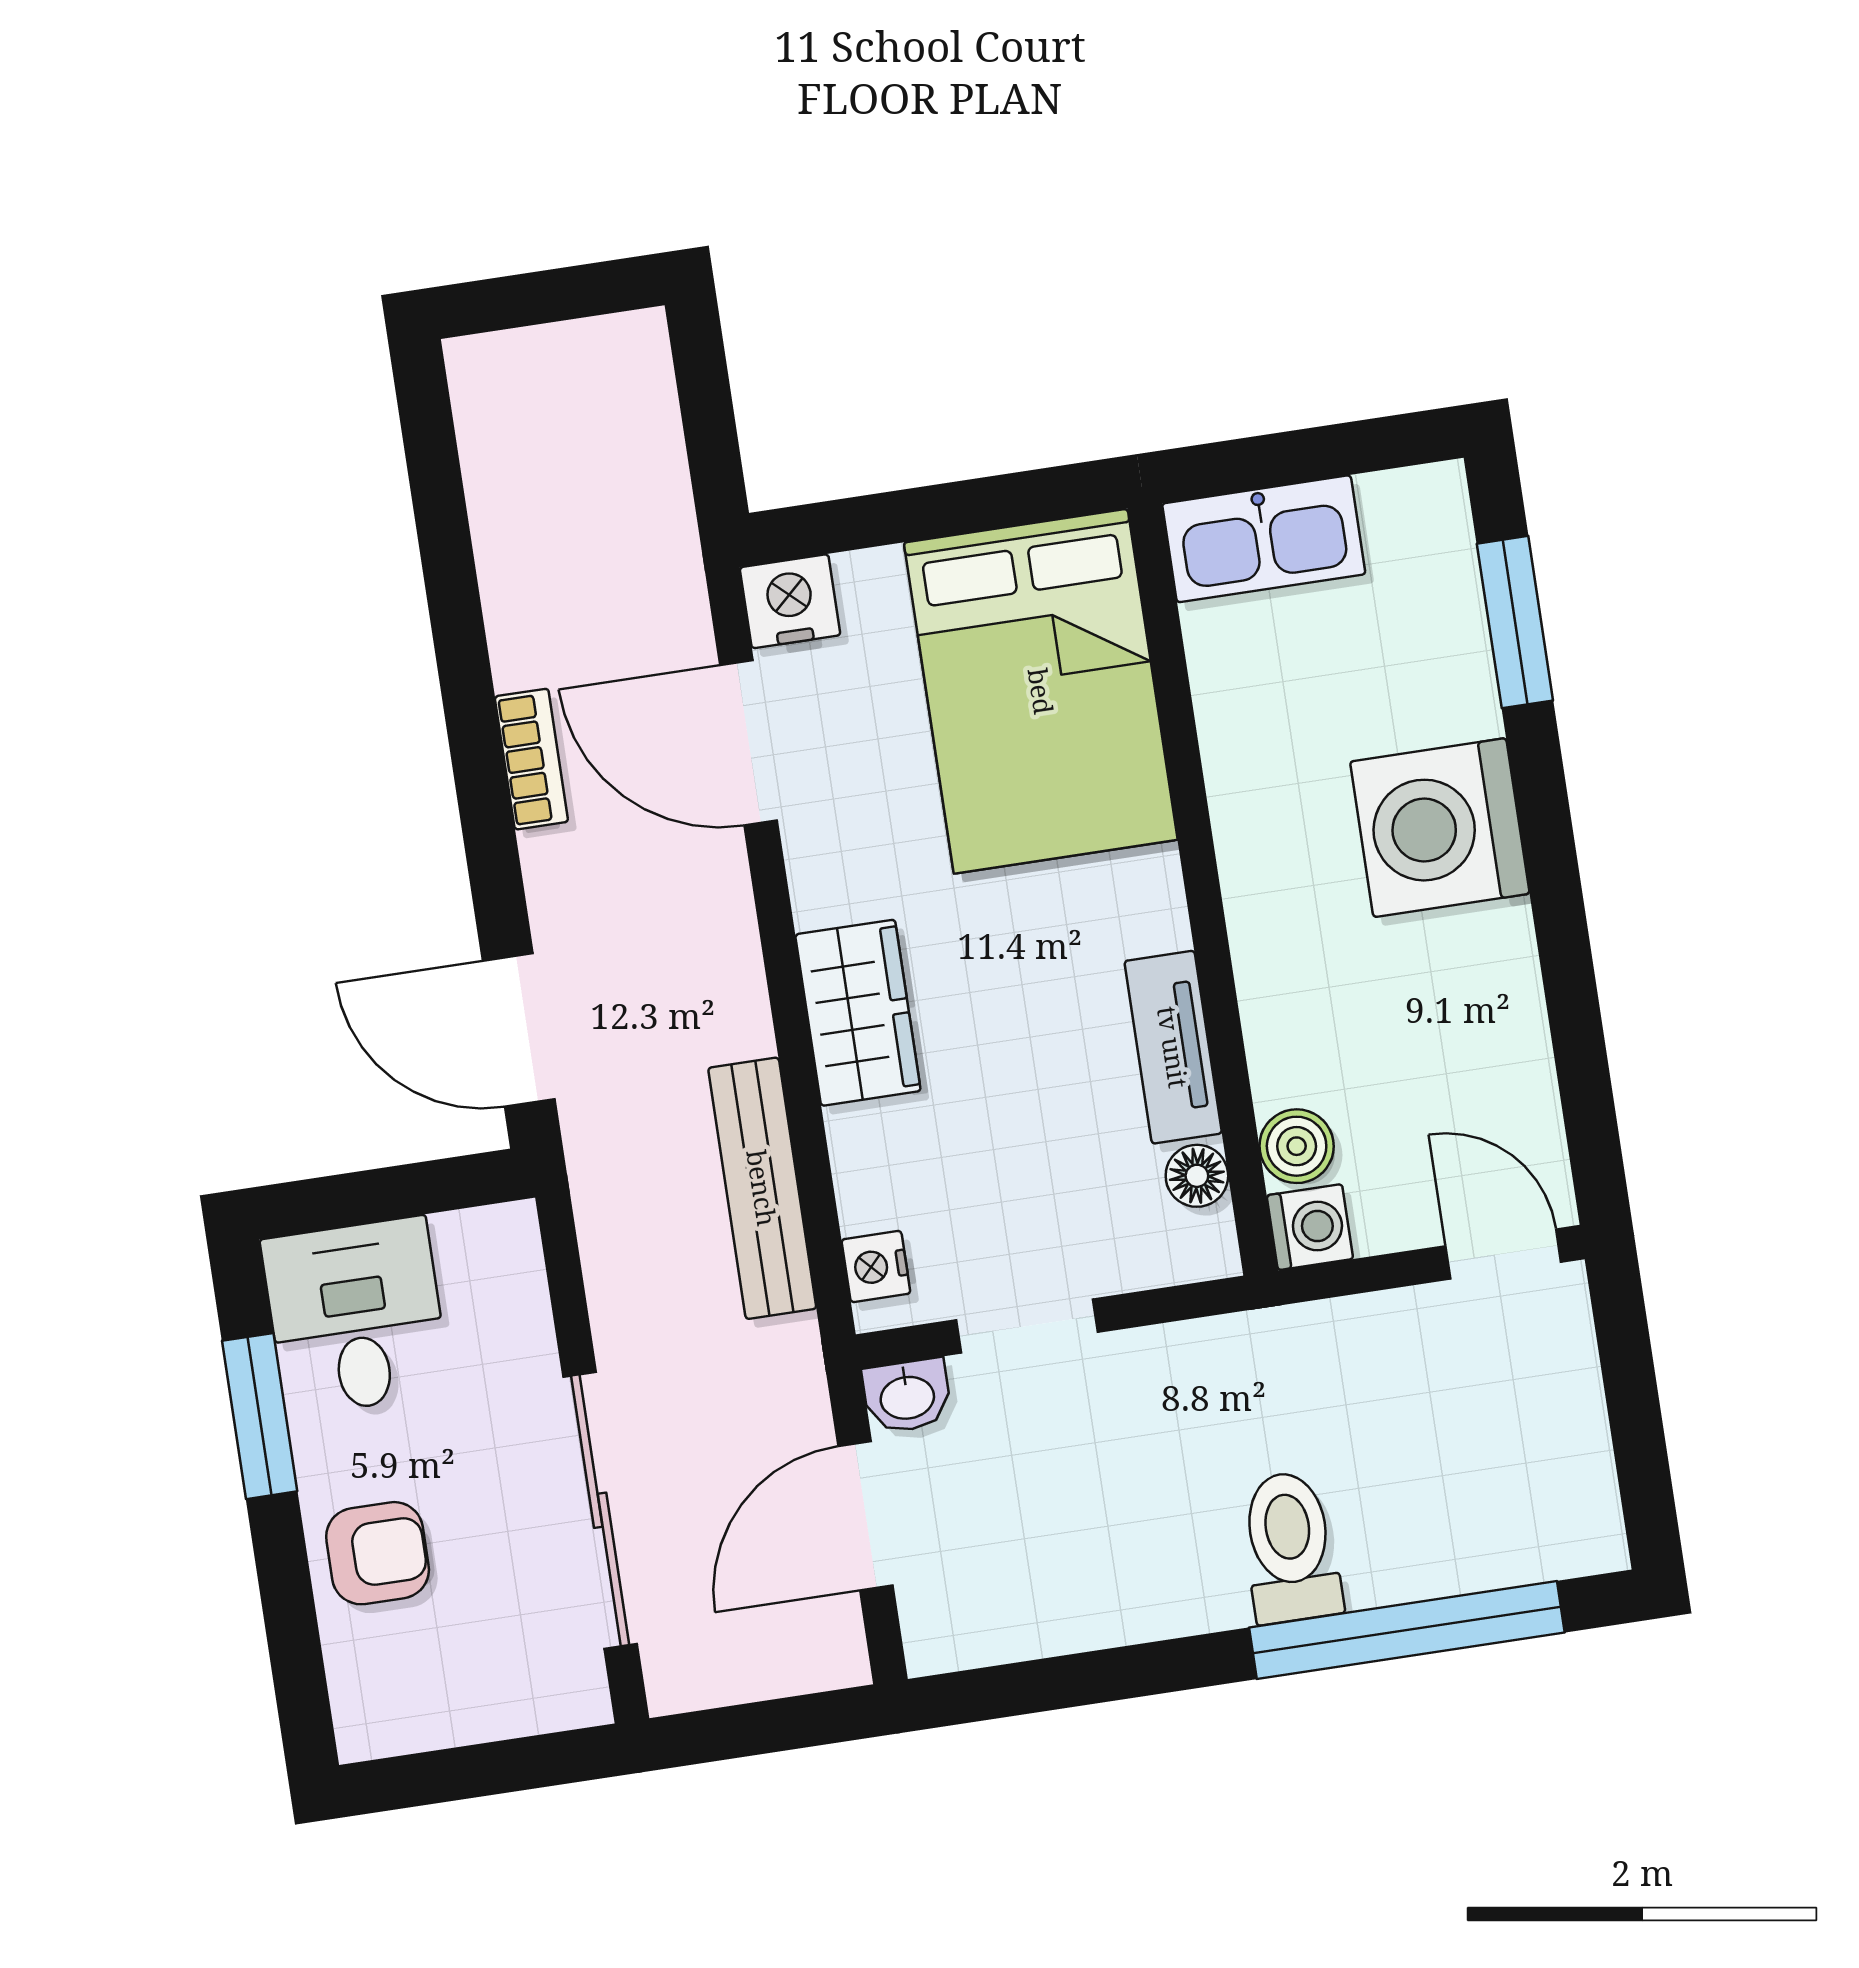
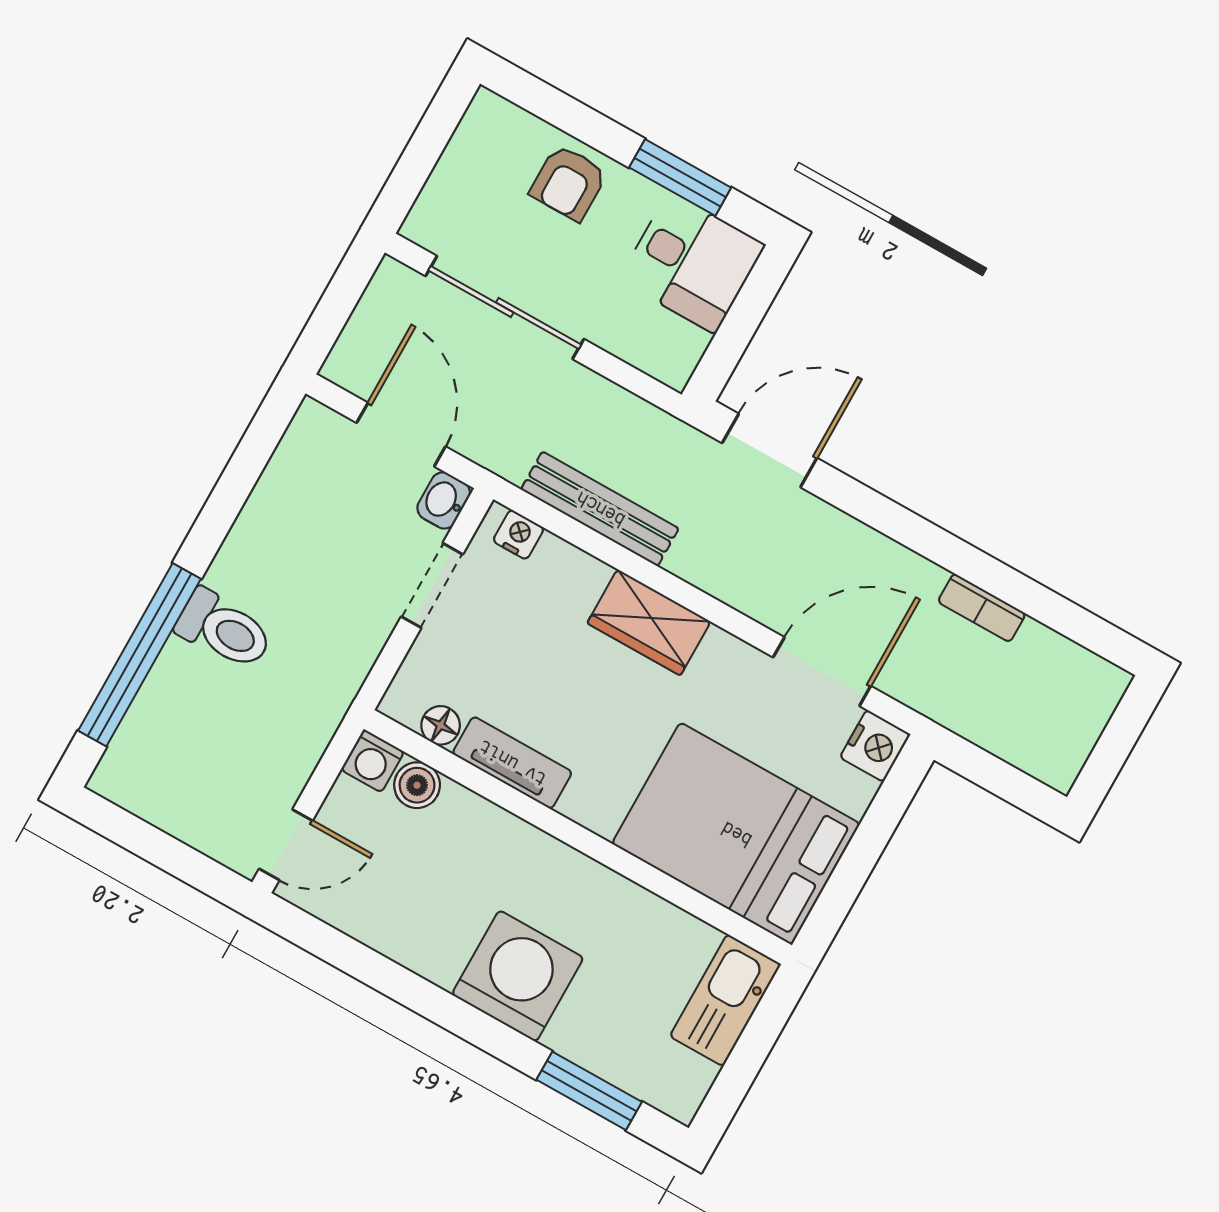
bookcase: (531, 759) -> (982, 608), moved

